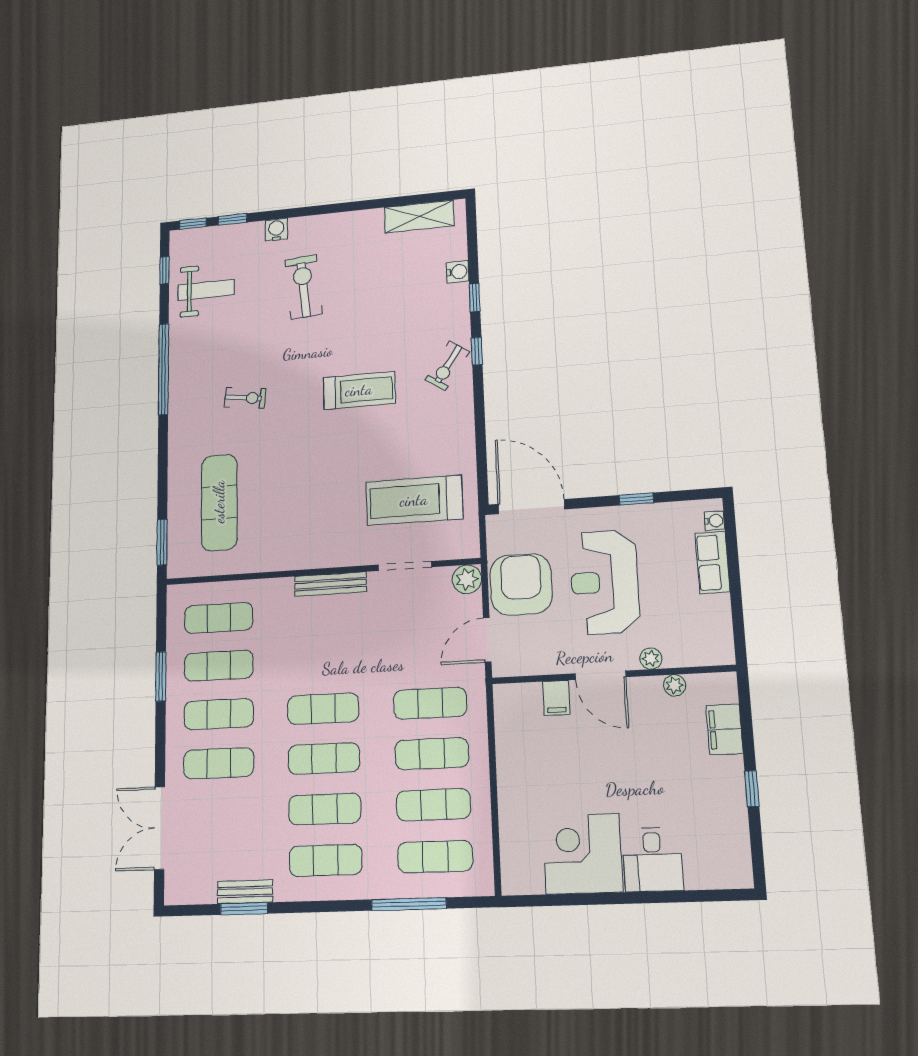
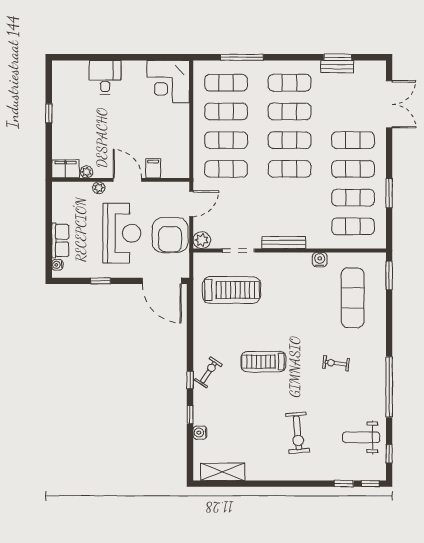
water cooler: (276, 230) -> (320, 260), moved, turned 180
filing cabinet: (724, 729) -> (65, 169), moved, turned -90
corner desk: (582, 854) -> (168, 82), moved, turned 90

